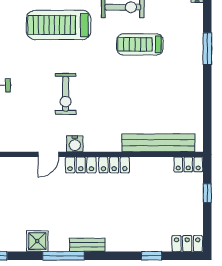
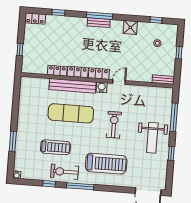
exercise bike: (66, 94) -> (114, 125), moved
exercise mat: (120, 99) -> (71, 113), added
bench: (158, 143) -> (72, 86), moved
locker: (188, 164) -> (57, 71), moved
window: (63, 256) -> (100, 16), moved

